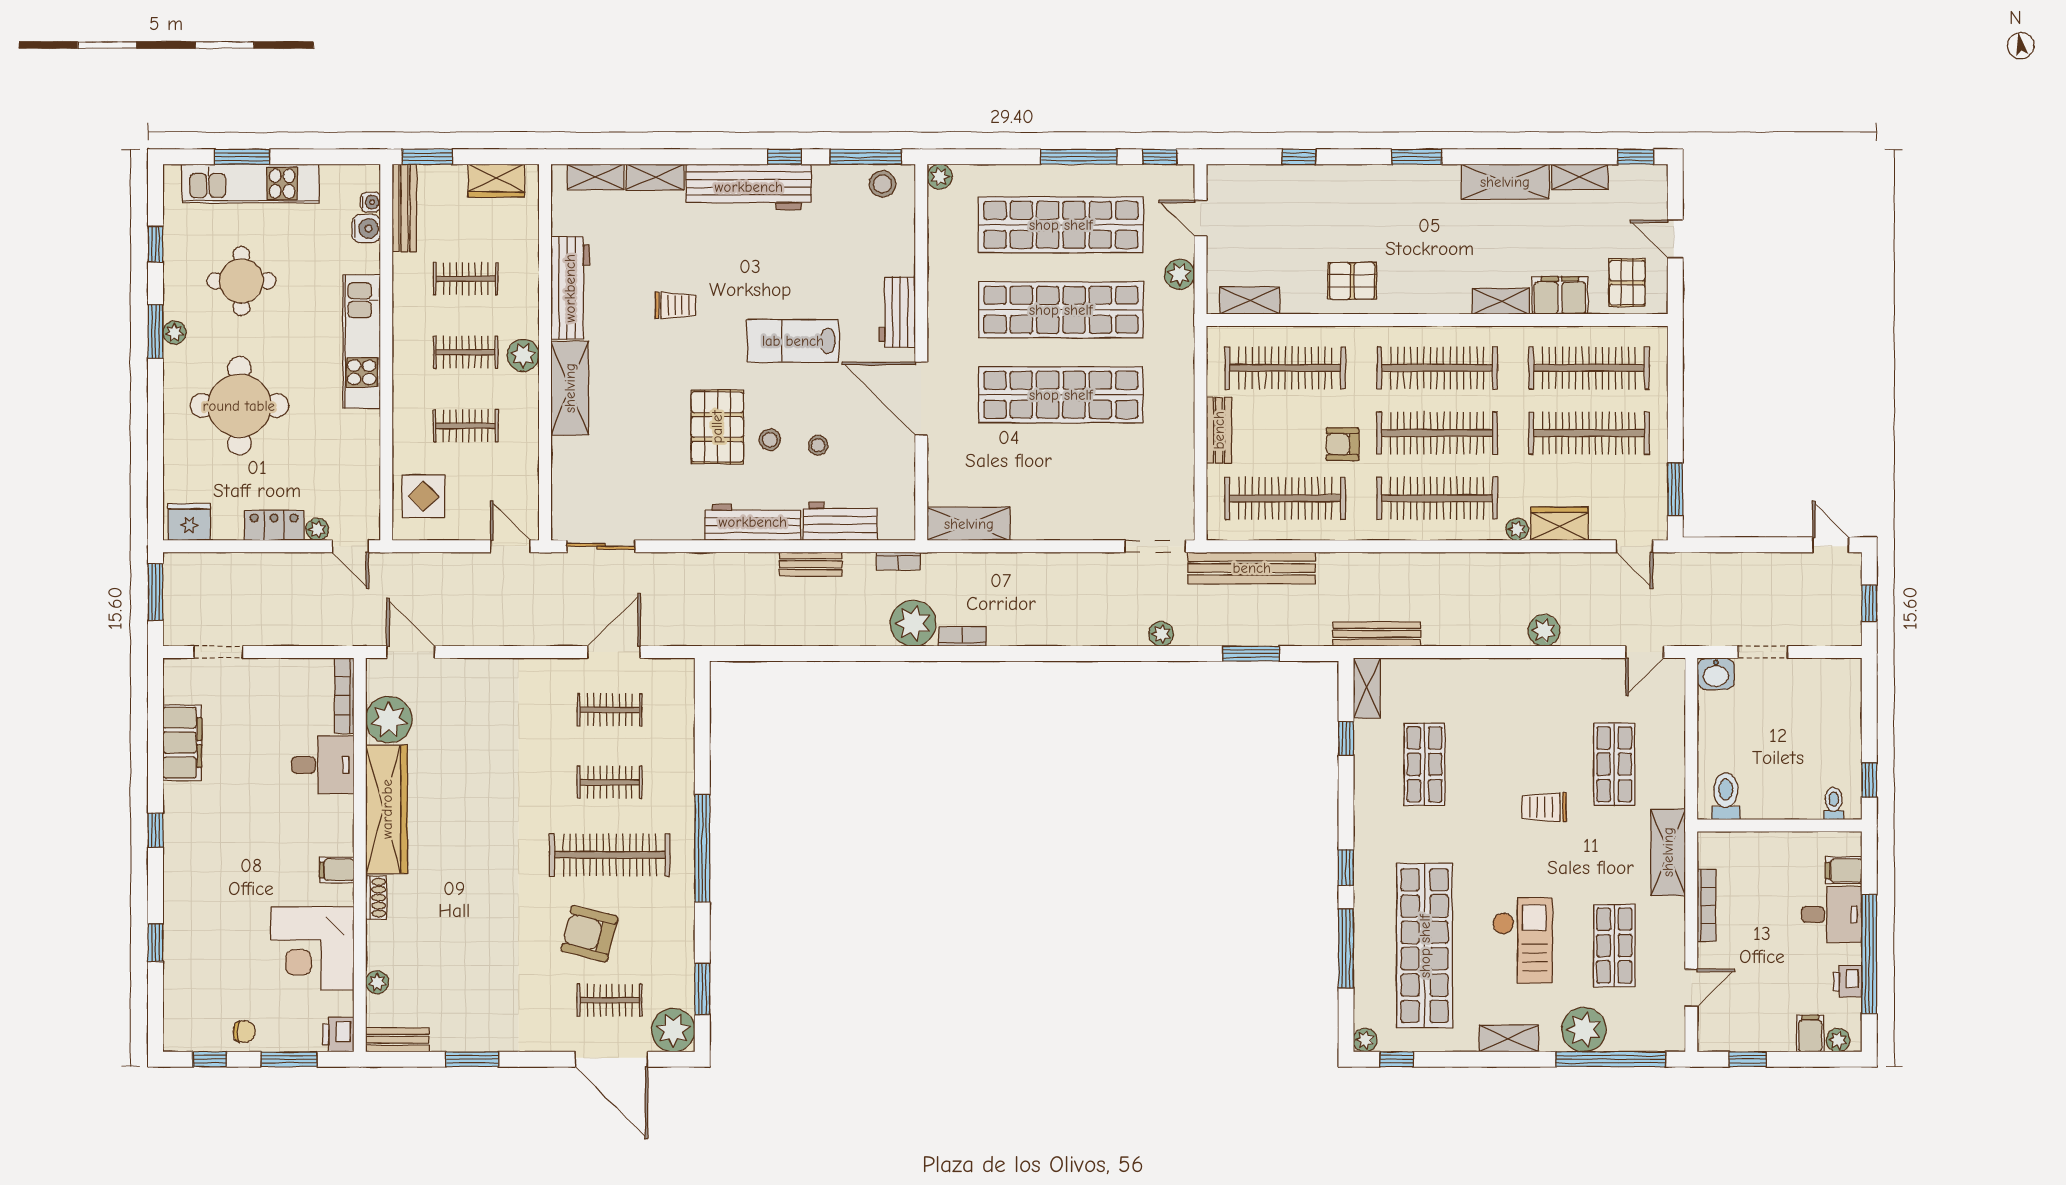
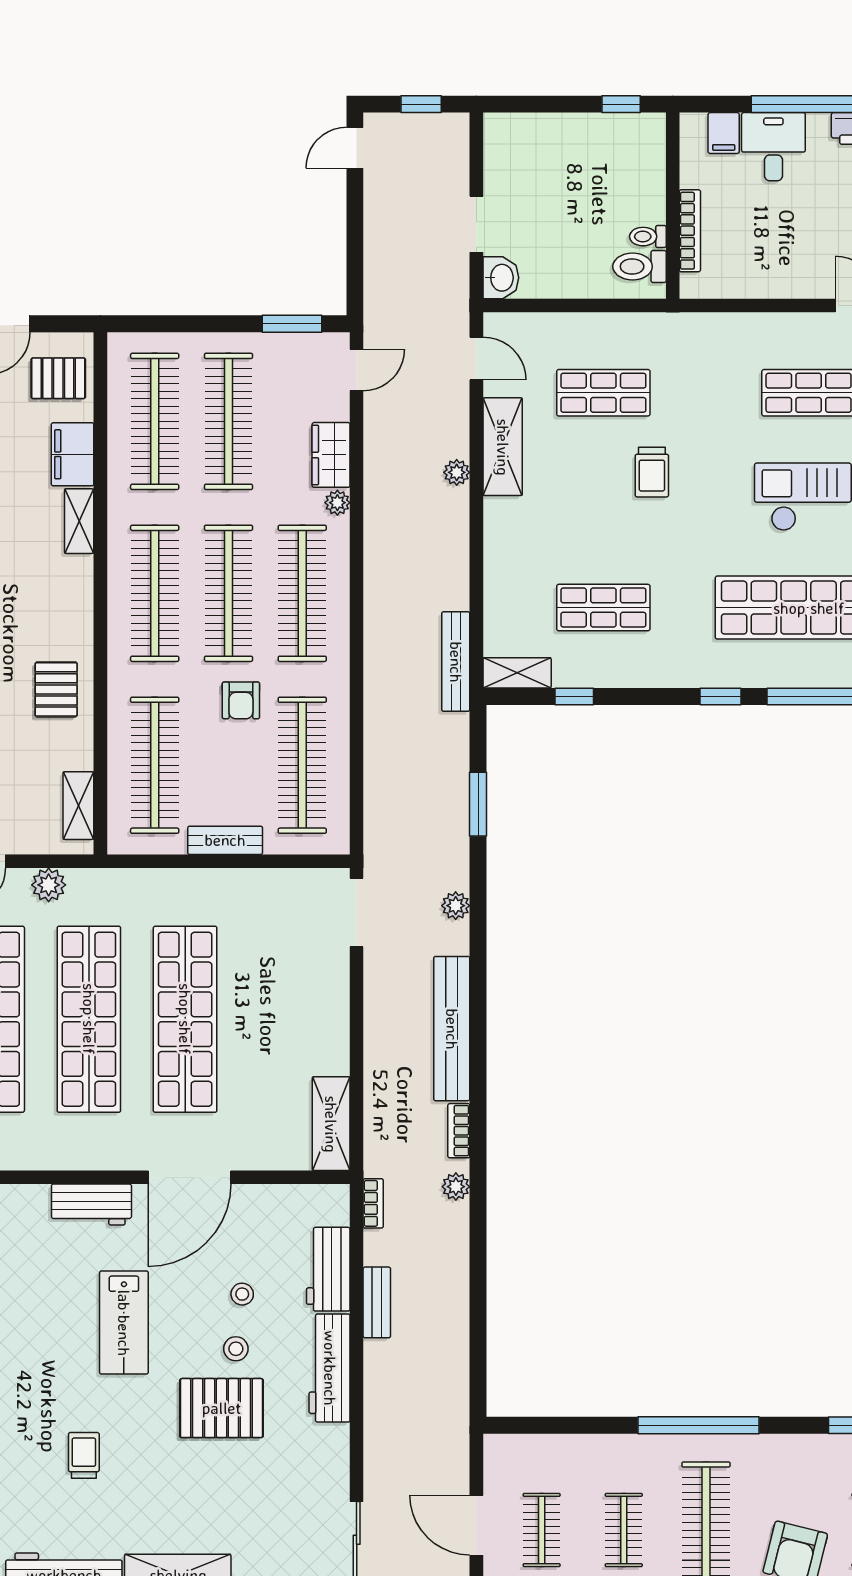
bench: (1252, 568) -> (452, 1029), moved
plant: (913, 623) -> (456, 1187), width x0.53, depth x0.53
plant: (1544, 630) -> (457, 472), width x0.73, depth x0.73
toilet: (1834, 804) -> (648, 237), moved
shelving: (1668, 852) -> (503, 447), moved, turned 90
bookcase: (1707, 905) -> (690, 231), moved, turned 90

